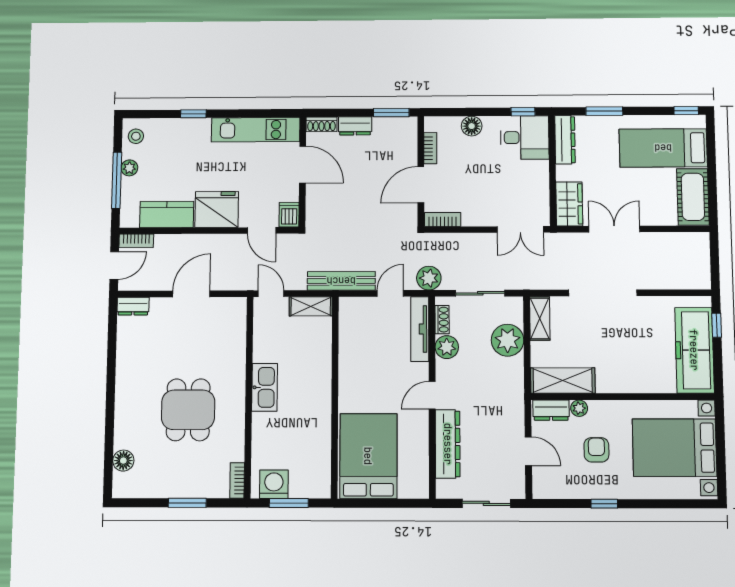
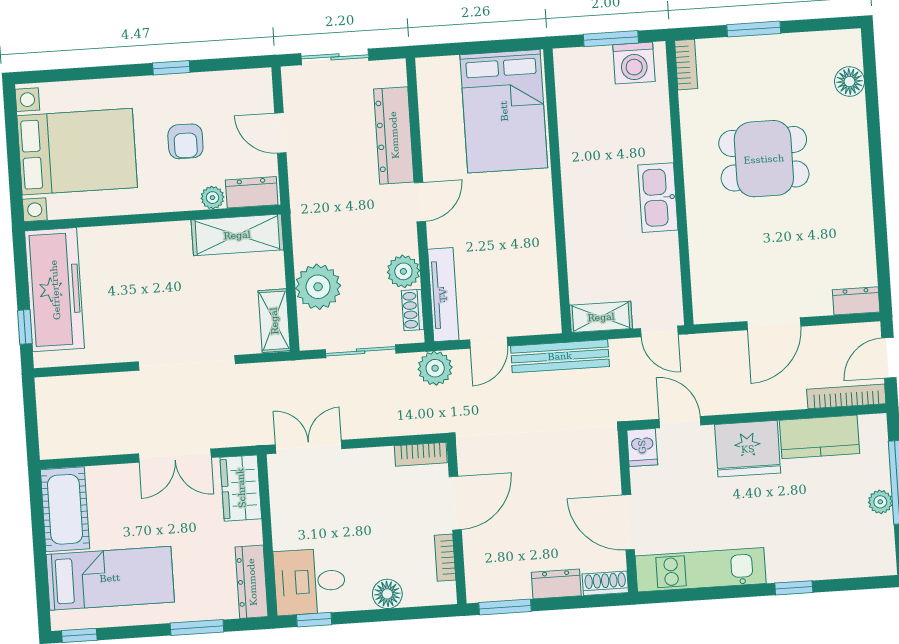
stool: (136, 136) -> (875, 549), removed
bookcase: (136, 241) -> (846, 396), width x1.56
dining table: (188, 410) -> (764, 159), turned 90

